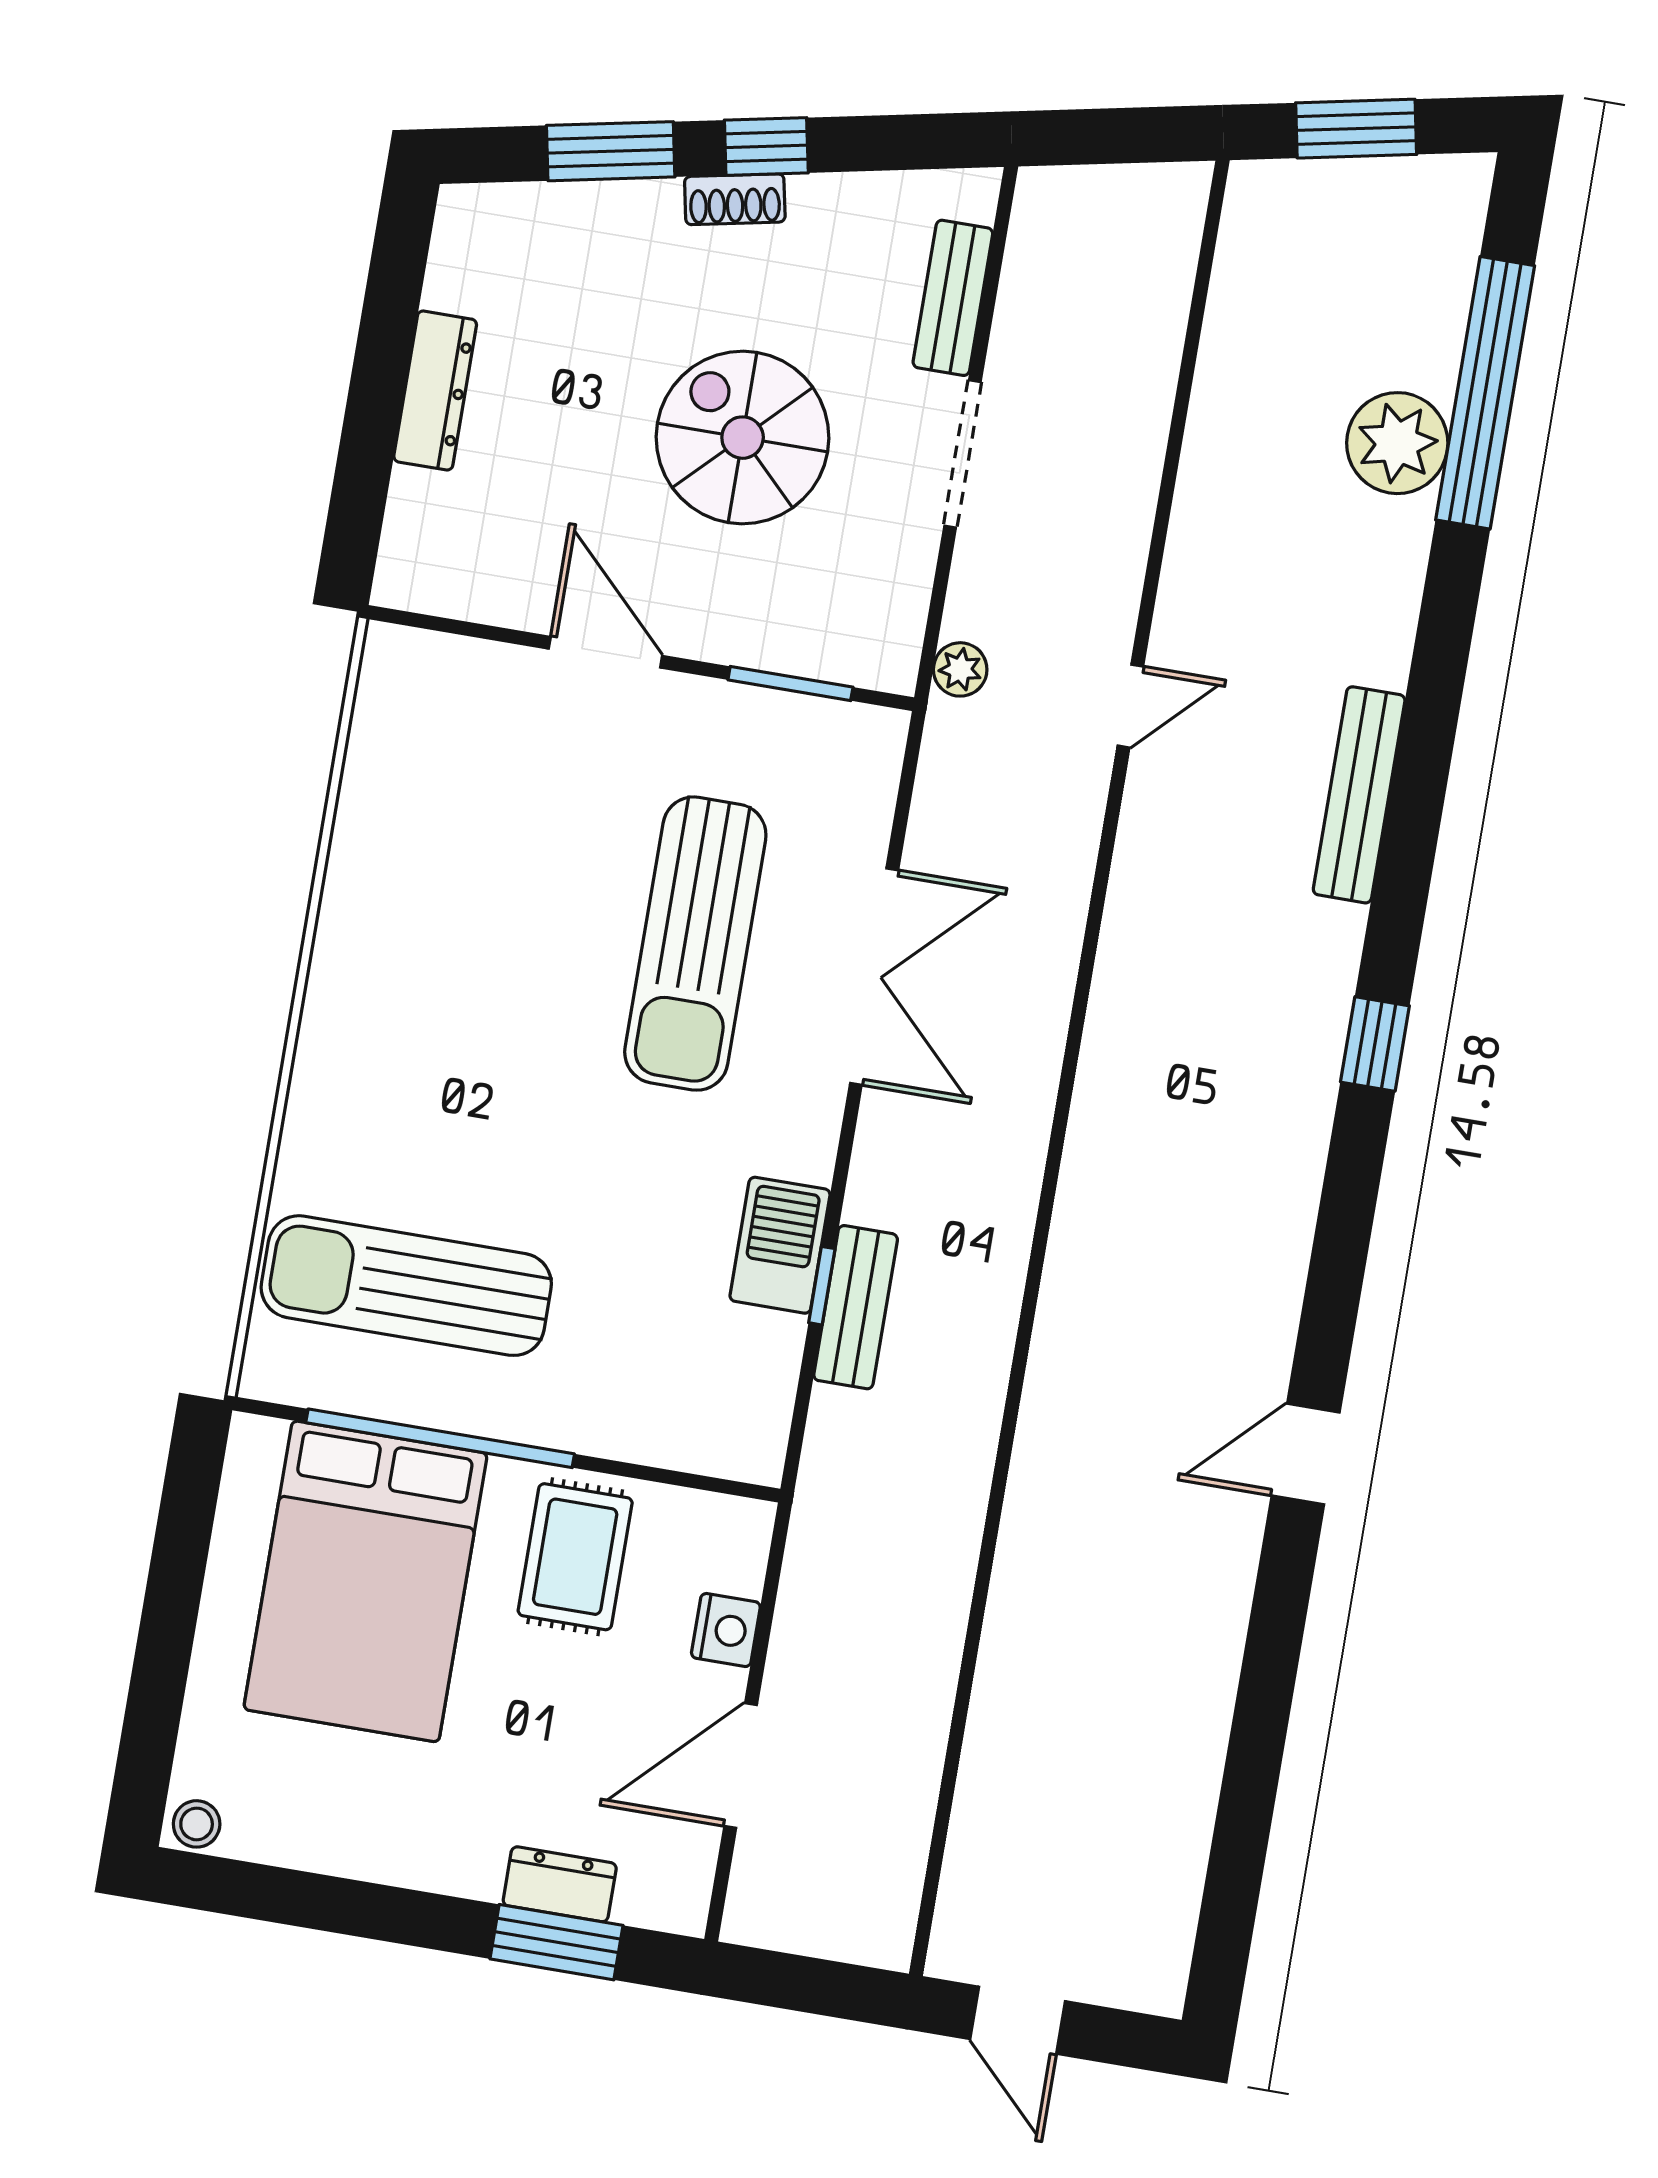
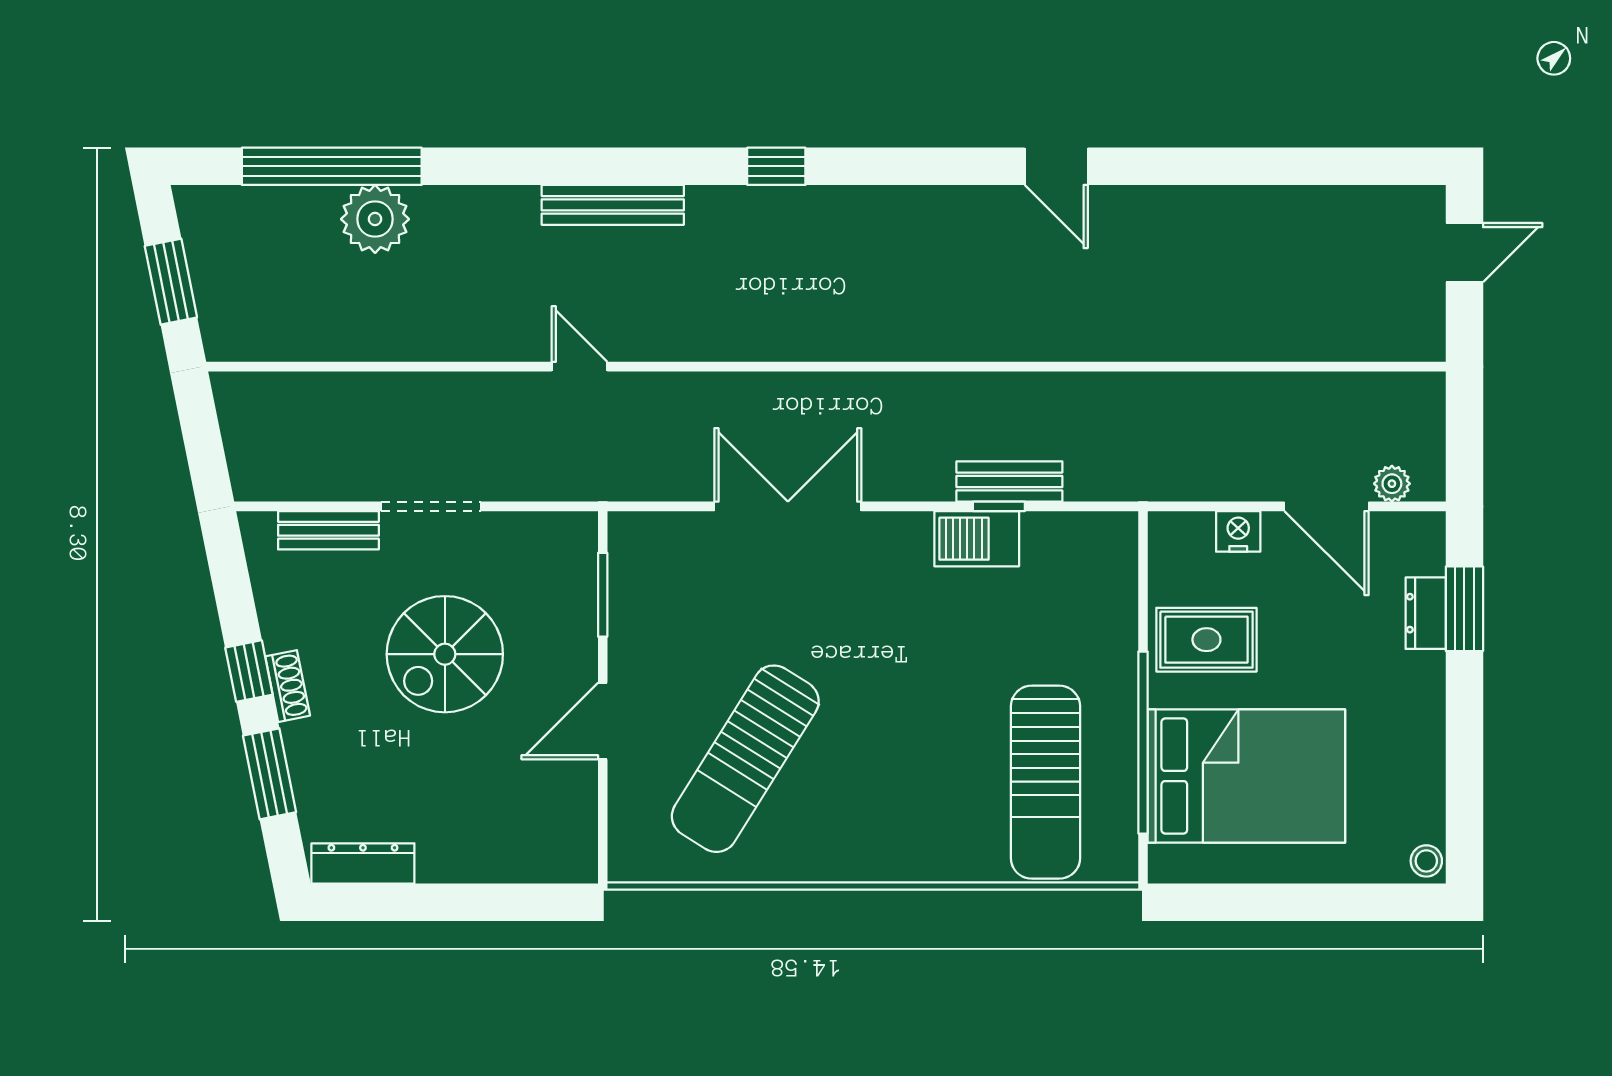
dresser: (435, 391) -> (363, 863), moved
plant: (960, 669) -> (1392, 484), moved
sun lounger: (695, 944) -> (745, 759), moved, turned 122
door: (1018, 2020) -> (1464, 253), moved

